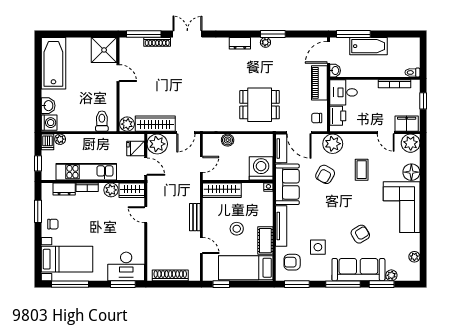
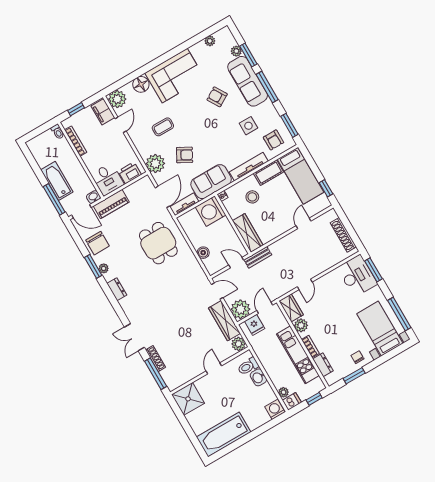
door: (118, 73) -> (214, 368), moved
washbasin: (48, 106) -> (258, 377), moved, turned -90
chair: (317, 118) -> (98, 243), moved, width x1.87, depth x1.87
bench: (195, 217) -> (258, 257), moved
stool: (237, 229) -> (252, 197), moved

